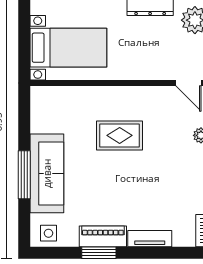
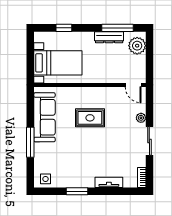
sofa: (47, 173) -> (45, 117), moved
piano: (103, 236) -> (80, 181), removed

